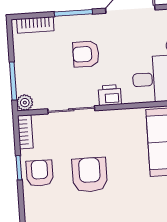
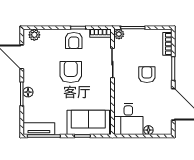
printer: (110, 95) -> (120, 88), removed
armchair: (40, 173) -> (74, 40), turned 90
armchair: (90, 175) -> (71, 72), turned -90

